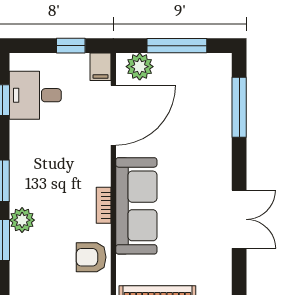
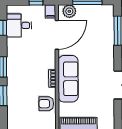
plant: (22, 220) -> (13, 86), removed

